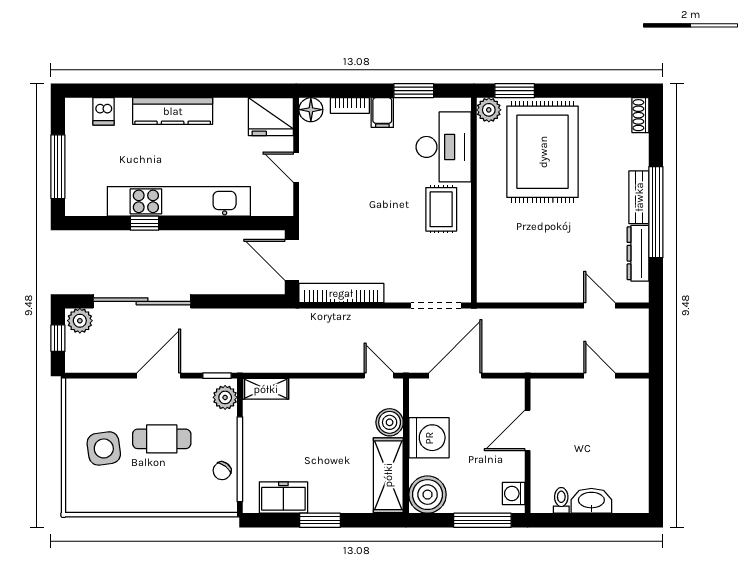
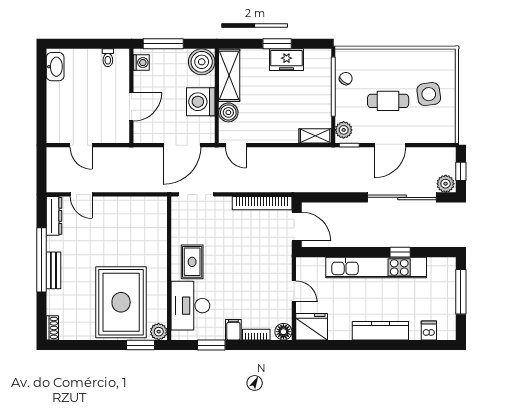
dresser: (638, 253) -> (54, 216), moved
freezer: (283, 498) -> (287, 60), moved
washbasin: (591, 501) -> (55, 67), moved, turned -90

